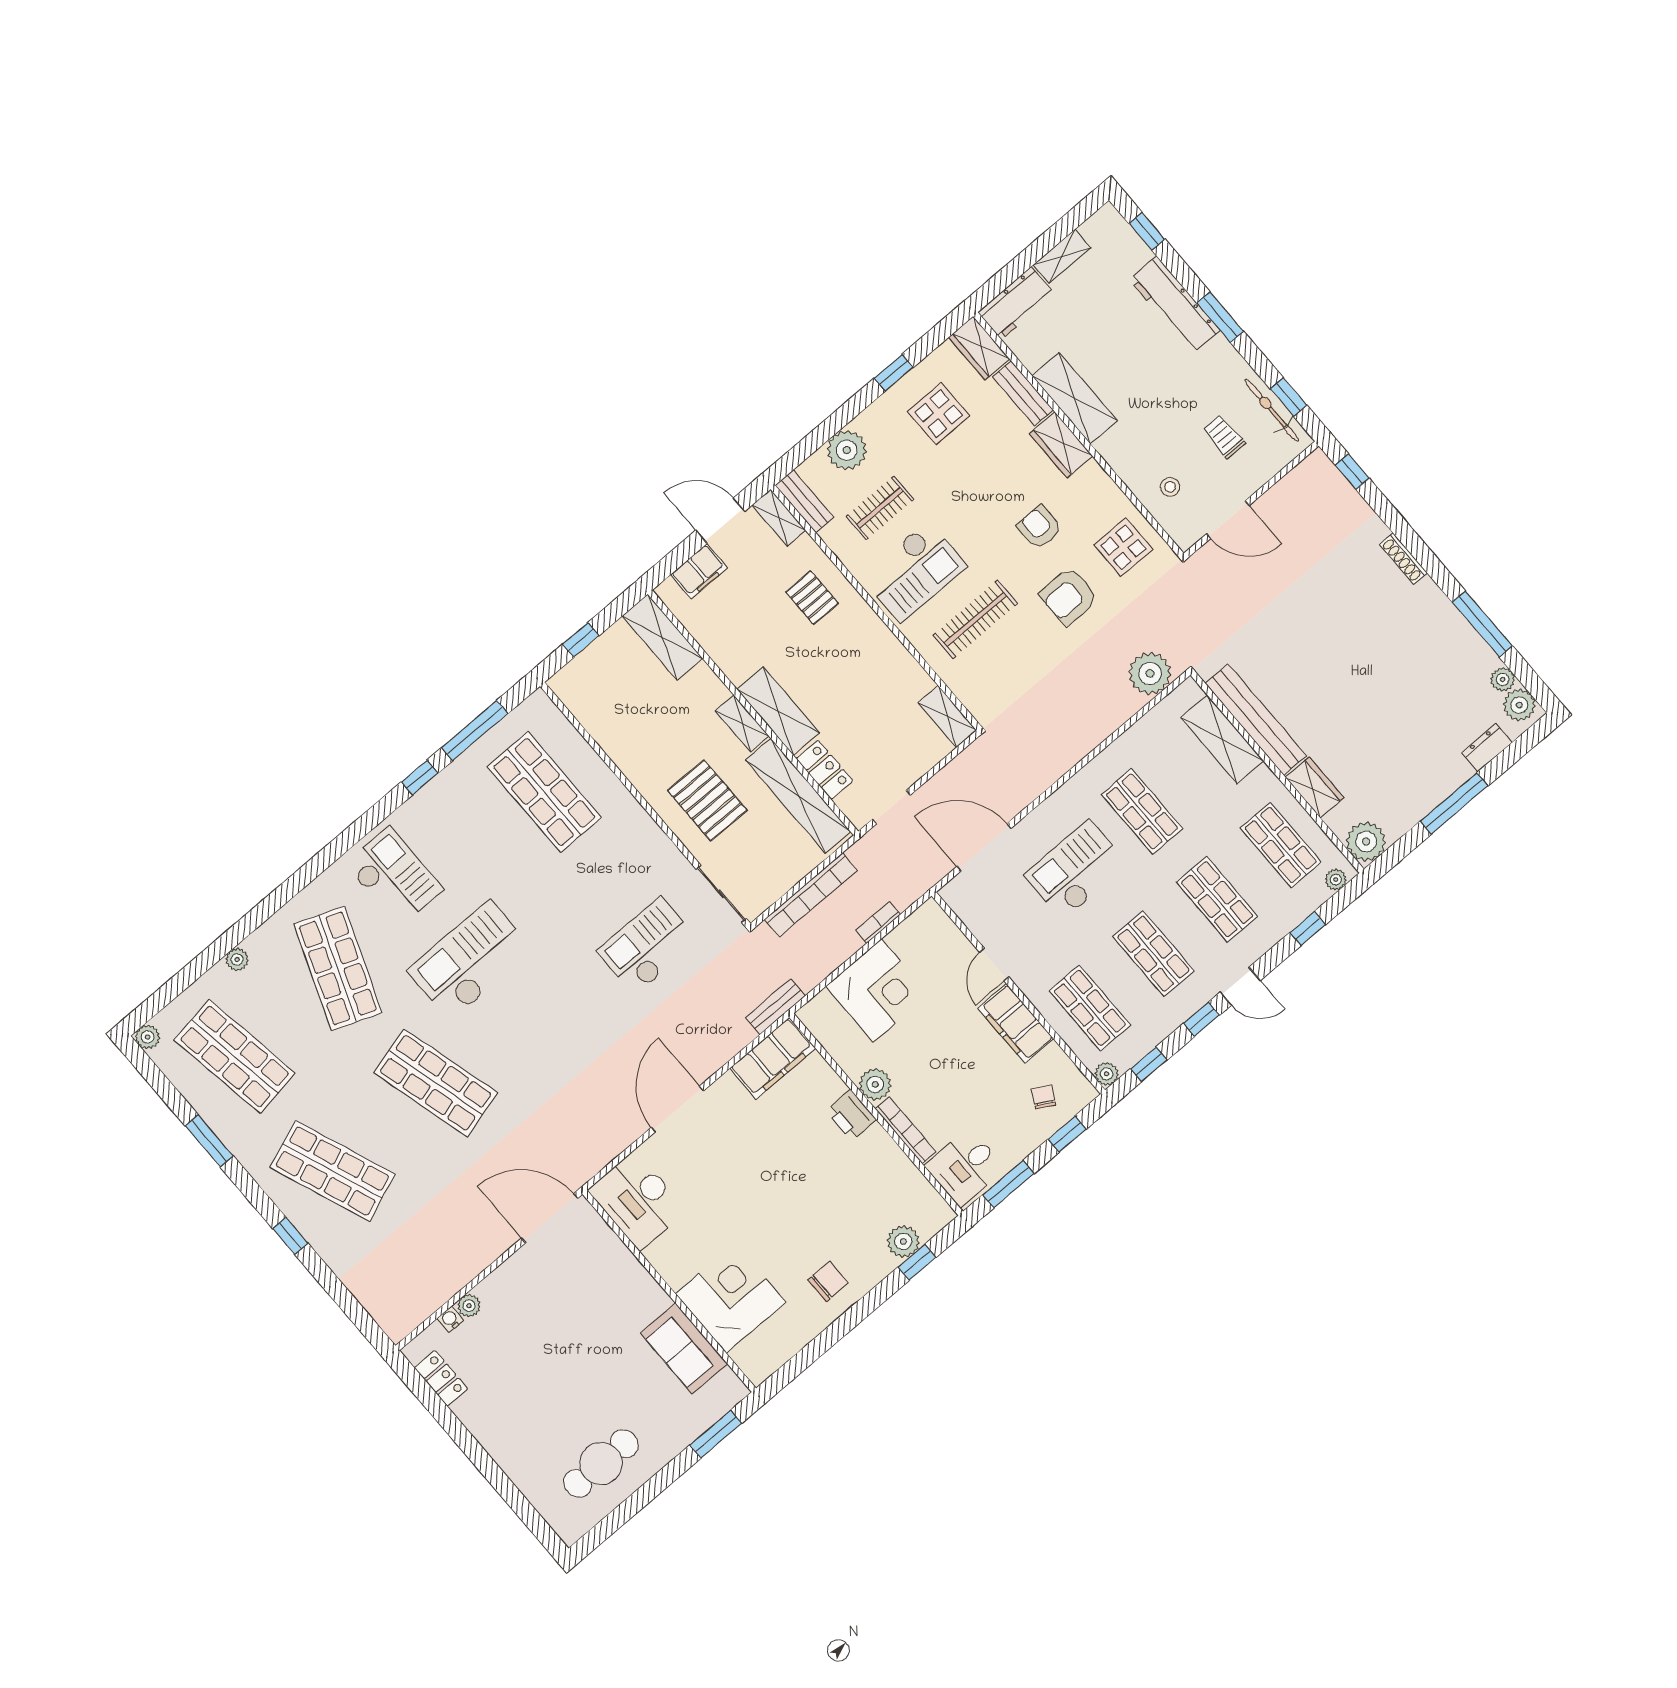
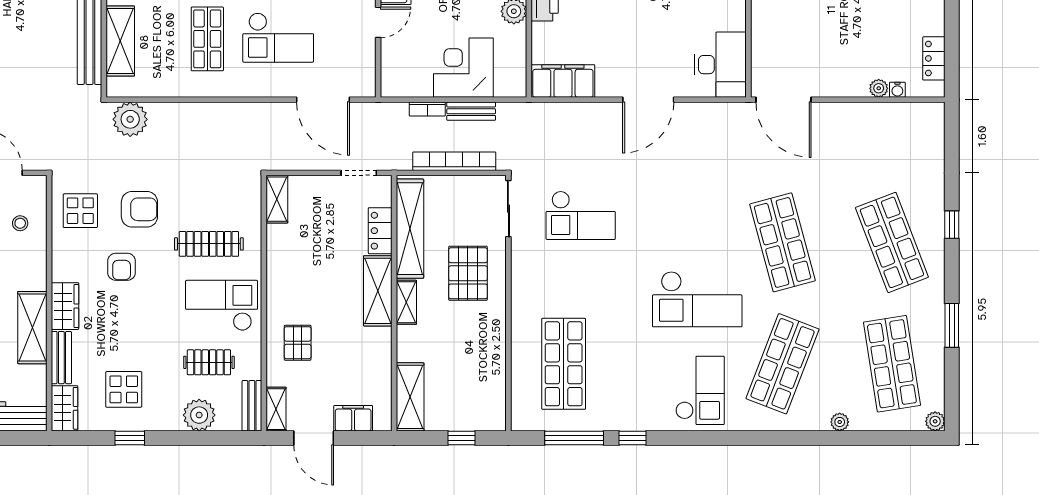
checkout: (394, 877) -> (700, 390), turned 180
bench: (775, 1007) -> (471, 111), moved

